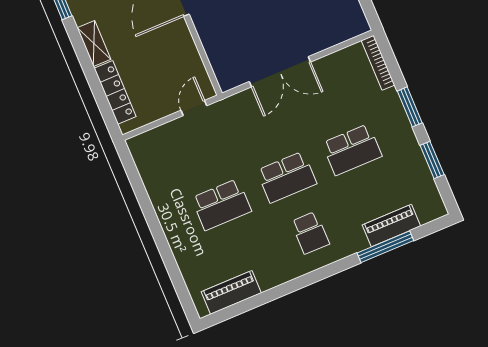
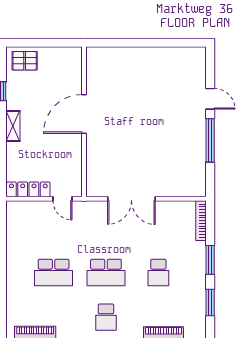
locker: (115, 92) -> (28, 189), moved, turned -90
door: (194, 108) -> (62, 199), swing flipped
school desk: (352, 150) -> (158, 272), width x0.54

